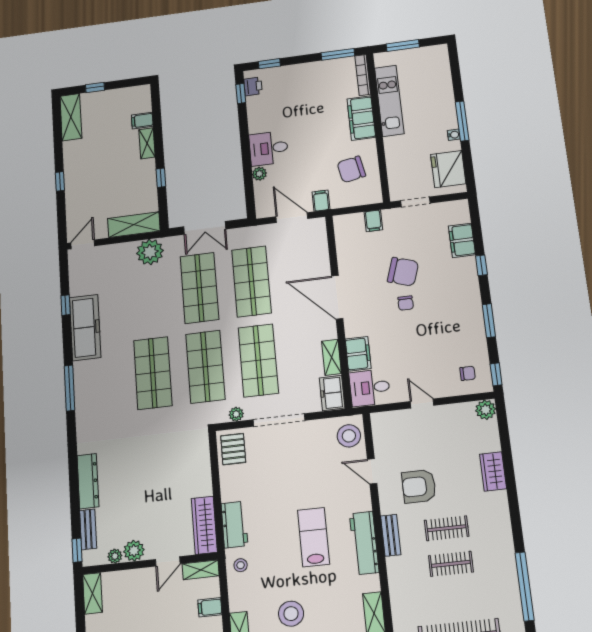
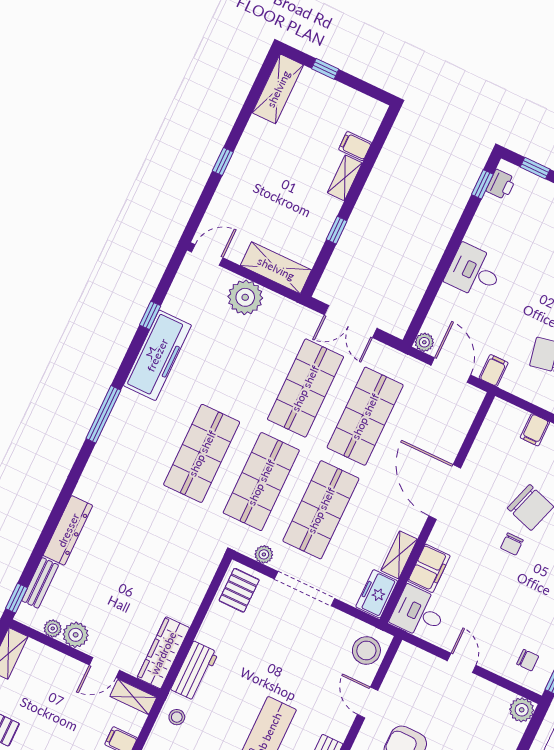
plant: (259, 174) -> (424, 342), moved
plant: (150, 252) -> (245, 297), moved

